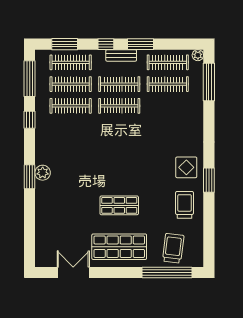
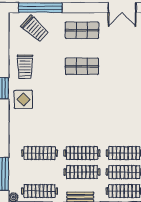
clothes rail: (168, 84) -> (40, 153), moved
shop shelf: (119, 247) -> (82, 30), width x0.70, depth x0.74
trolley: (173, 248) -> (35, 29), turned -55

